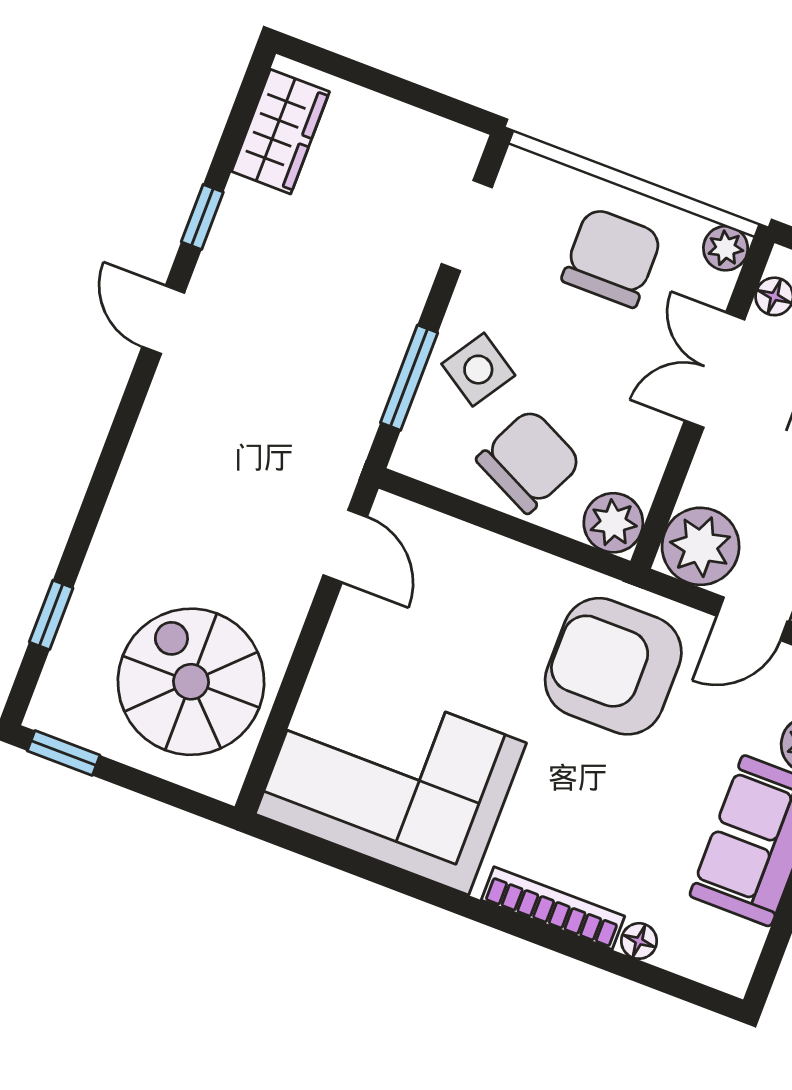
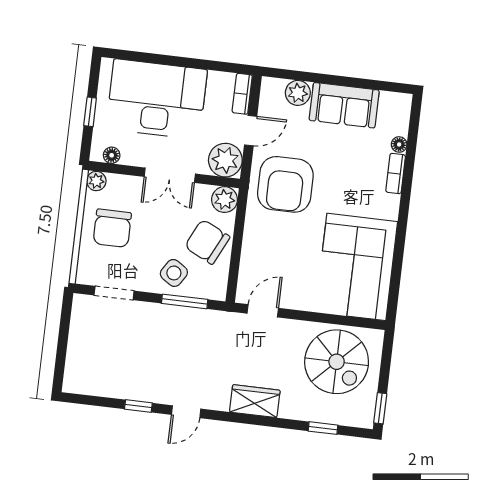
wardrobe: (280, 132) -> (255, 401), moved
chair: (612, 257) -> (112, 228), turned -90
double door: (715, 370) -> (170, 175), moved
door: (752, 619) -> (251, 131), hinge flipped
spiral stairs: (191, 682) -> (337, 362), turned -90
bookcase: (553, 908) -> (396, 173), width x0.64

